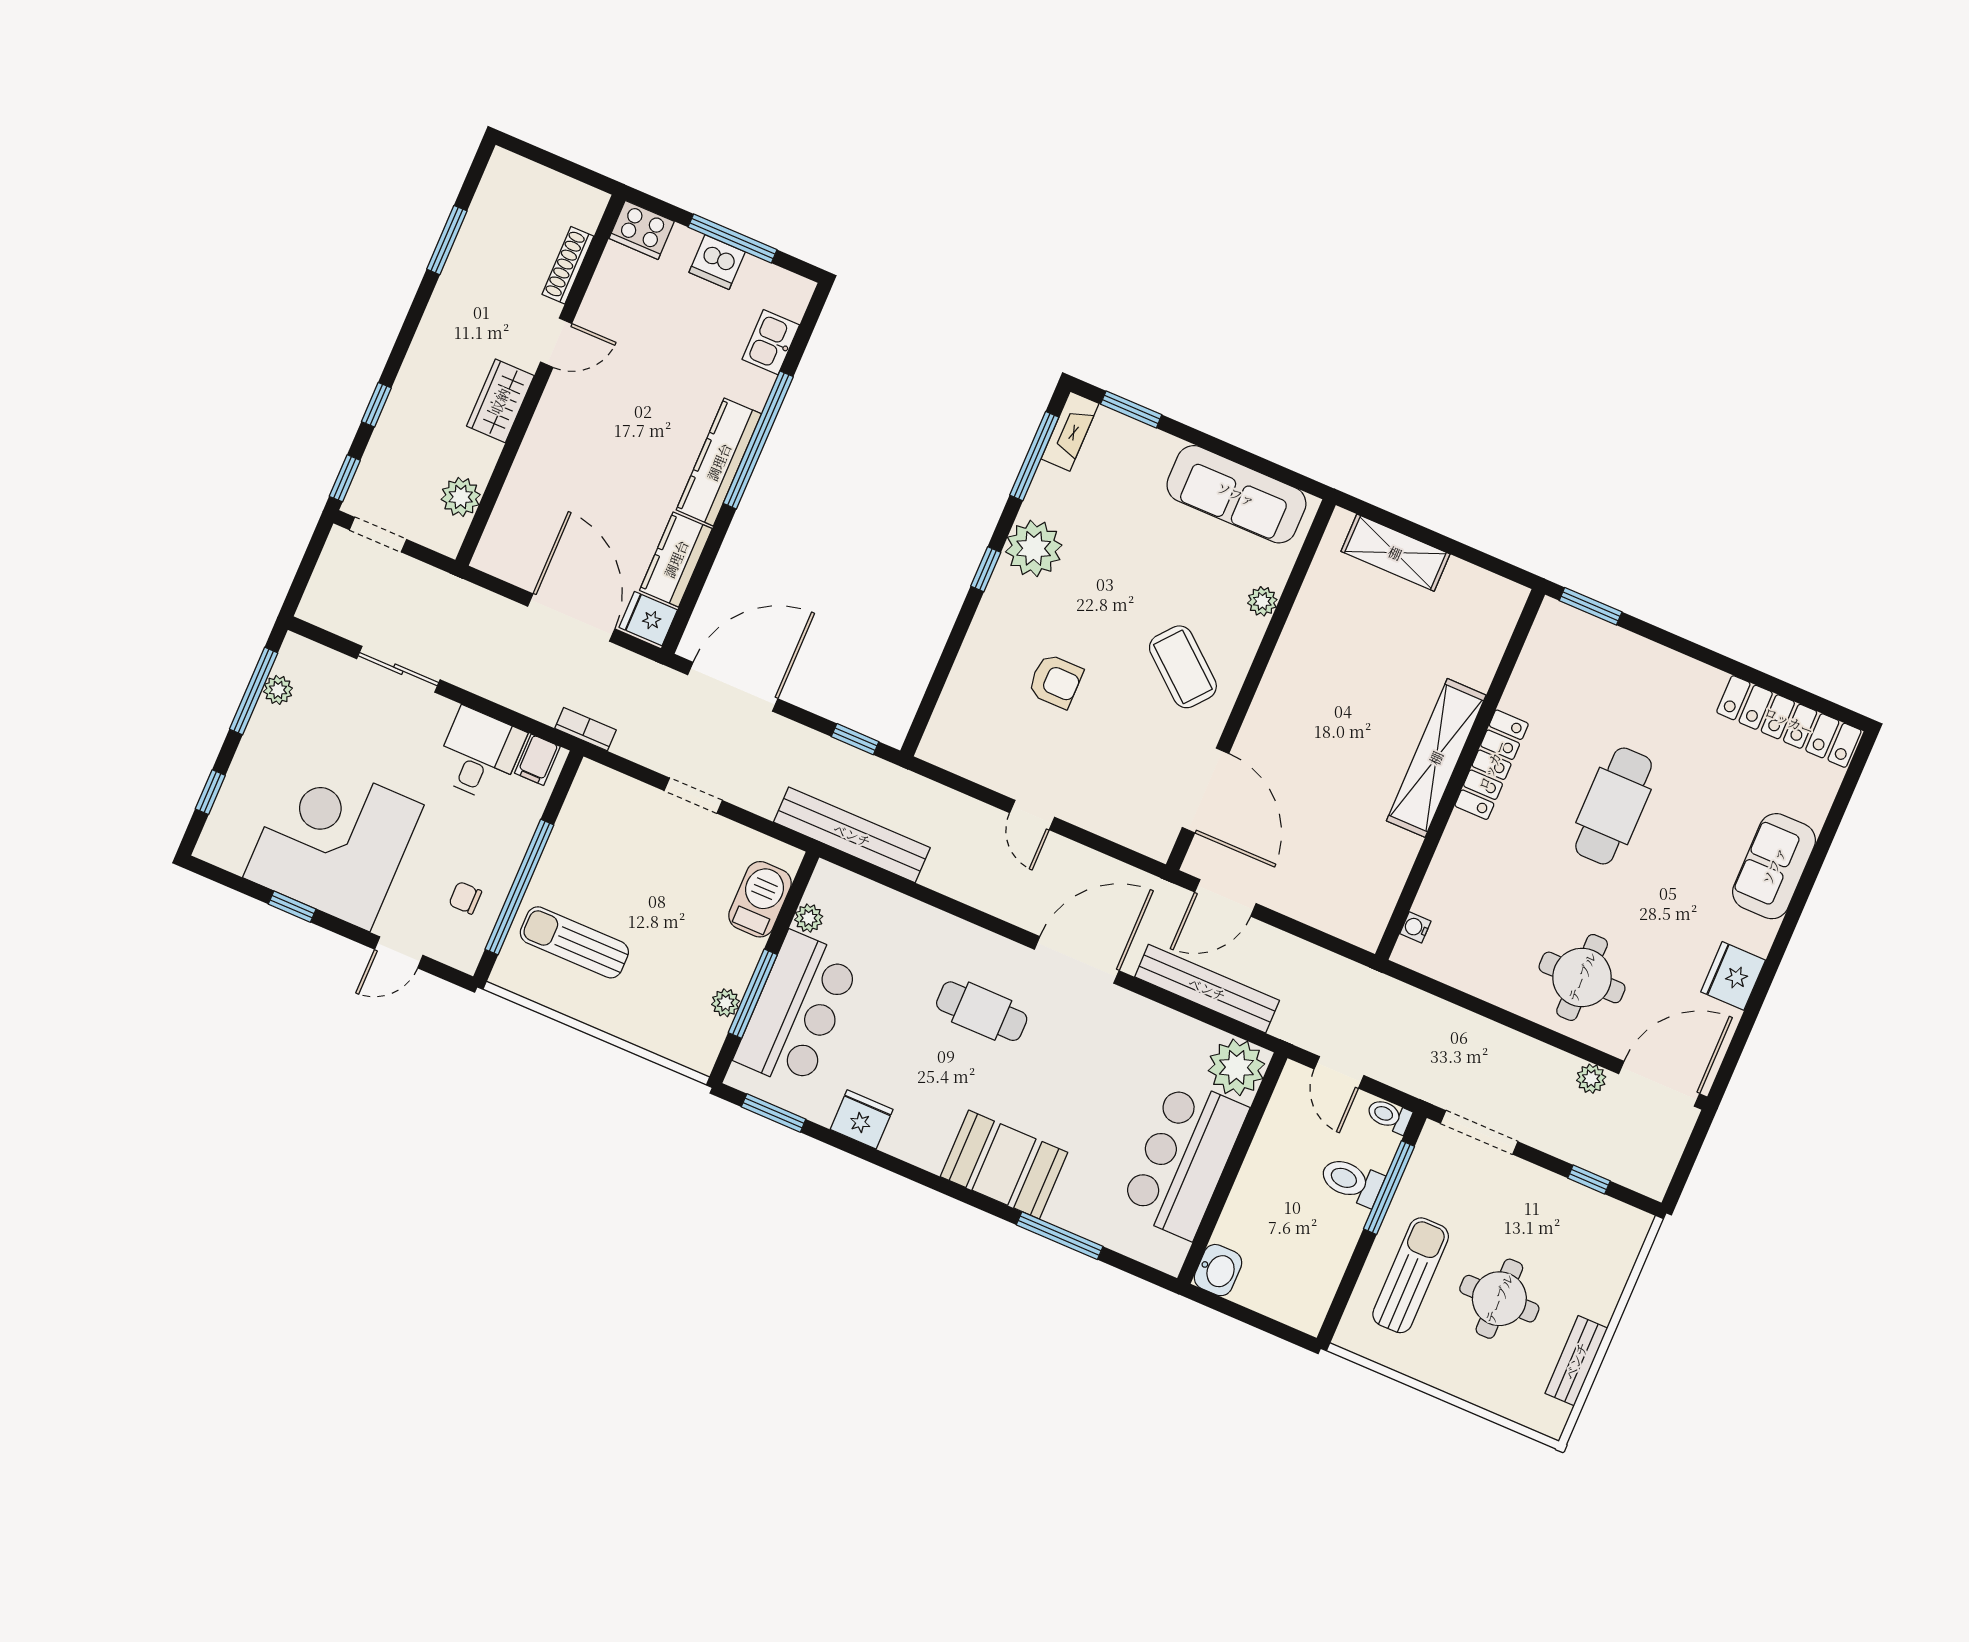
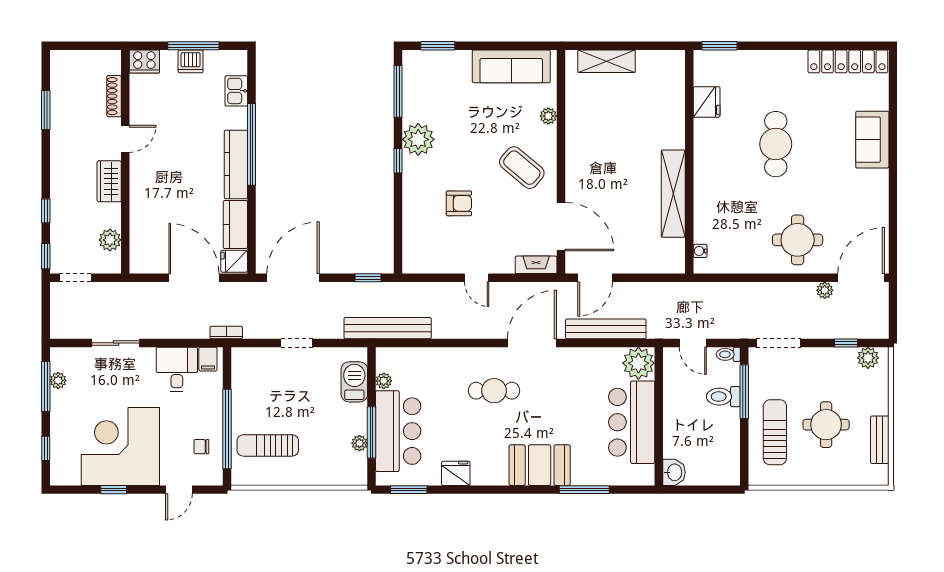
fireplace: (1070, 431) -> (536, 265), moved, turned -90
shelving: (1436, 758) -> (673, 194), moved
locker: (1492, 765) -> (703, 150), removed
fridge: (1733, 976) -> (707, 102), moved, turned 180
plant: (1614, 1219) -> (868, 358), added

